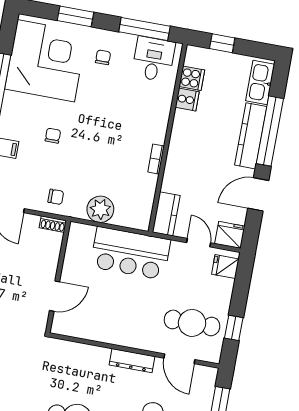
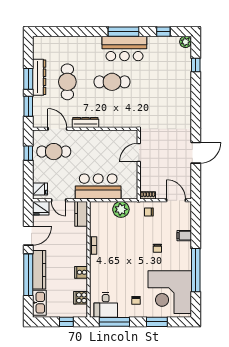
cooker: (187, 100) -> (81, 272), moved

